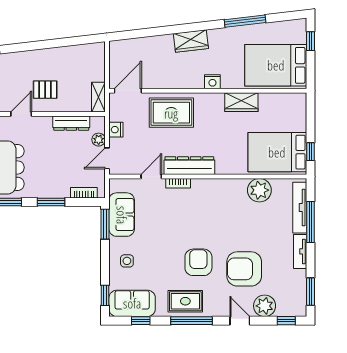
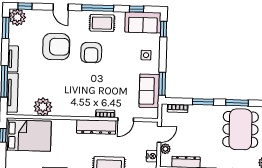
plant: (265, 306) -> (17, 17), moved

